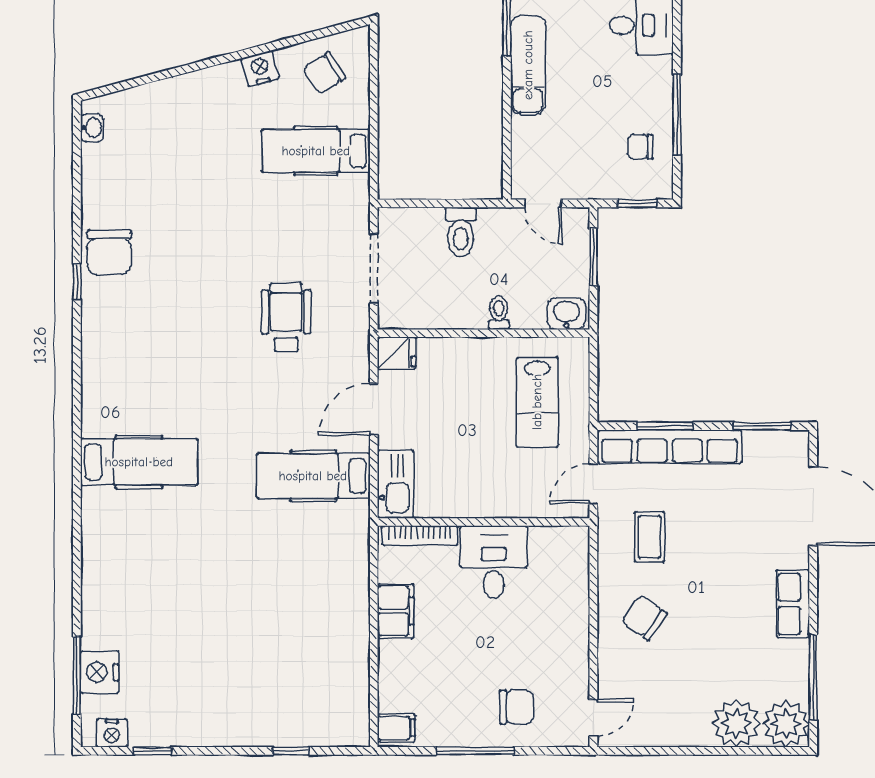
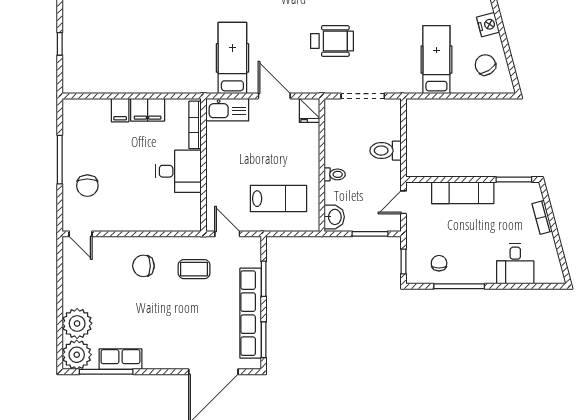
exam couch: (528, 65) -> (463, 193), moved
lab bench: (537, 402) -> (279, 199), turned 180
row of seats: (670, 447) -> (251, 313), moved
row of seats: (793, 604) -> (120, 359), moved
chair: (644, 618) -> (143, 266), turned -125
filing cabinet: (396, 728) -> (120, 110), moved

